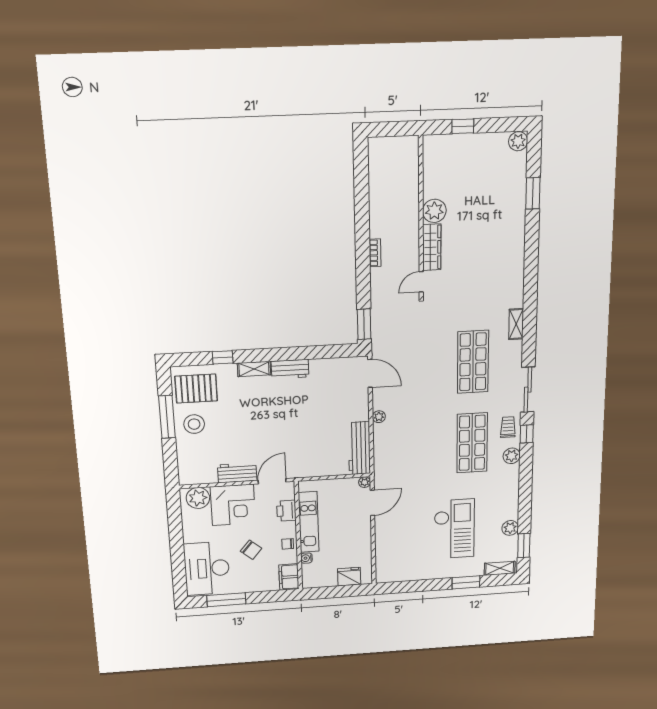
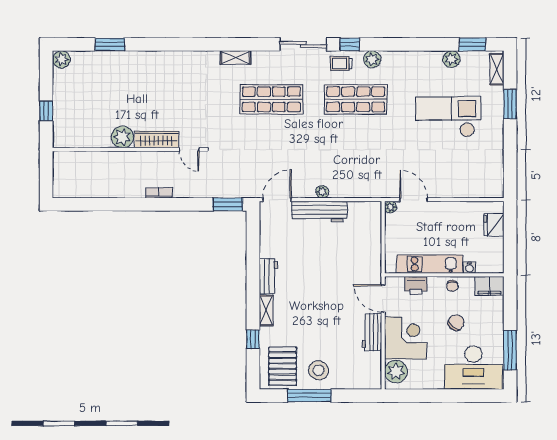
workbench: (359, 448) -> (319, 212), moved

